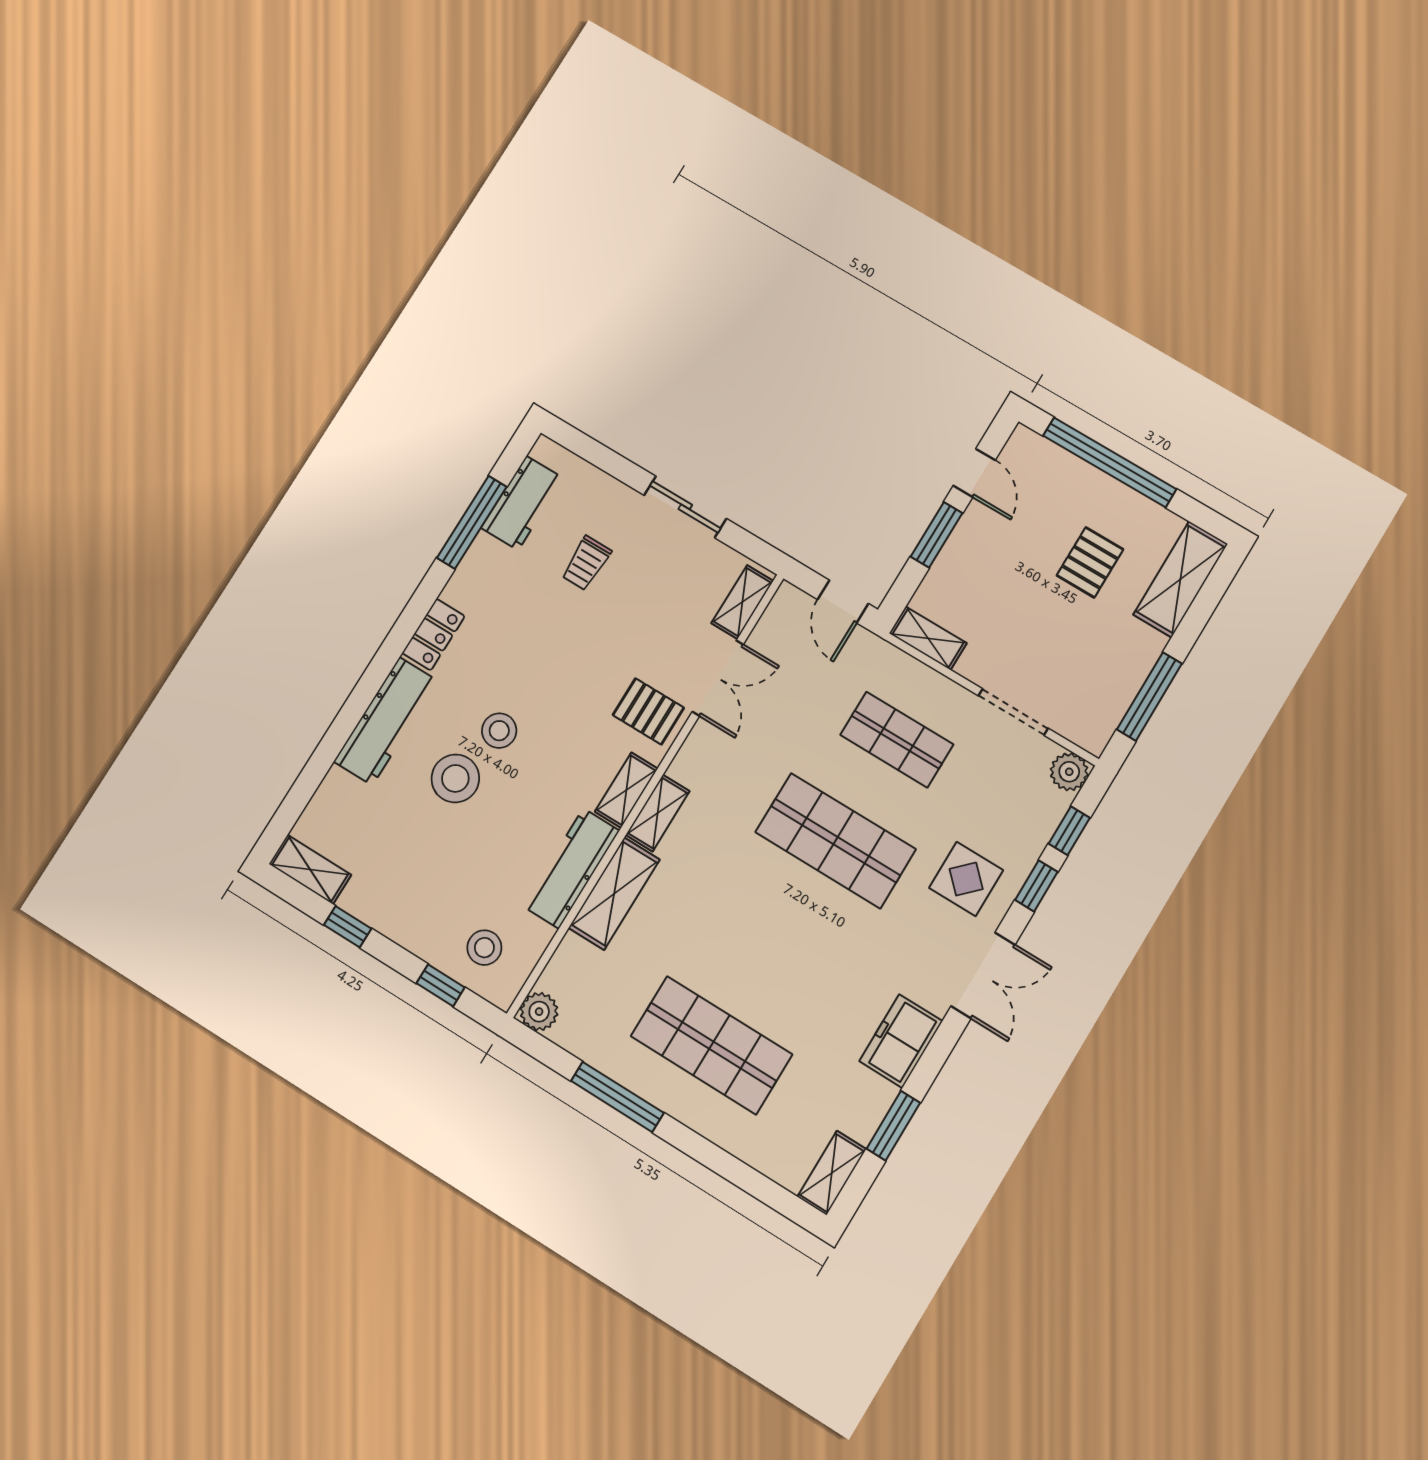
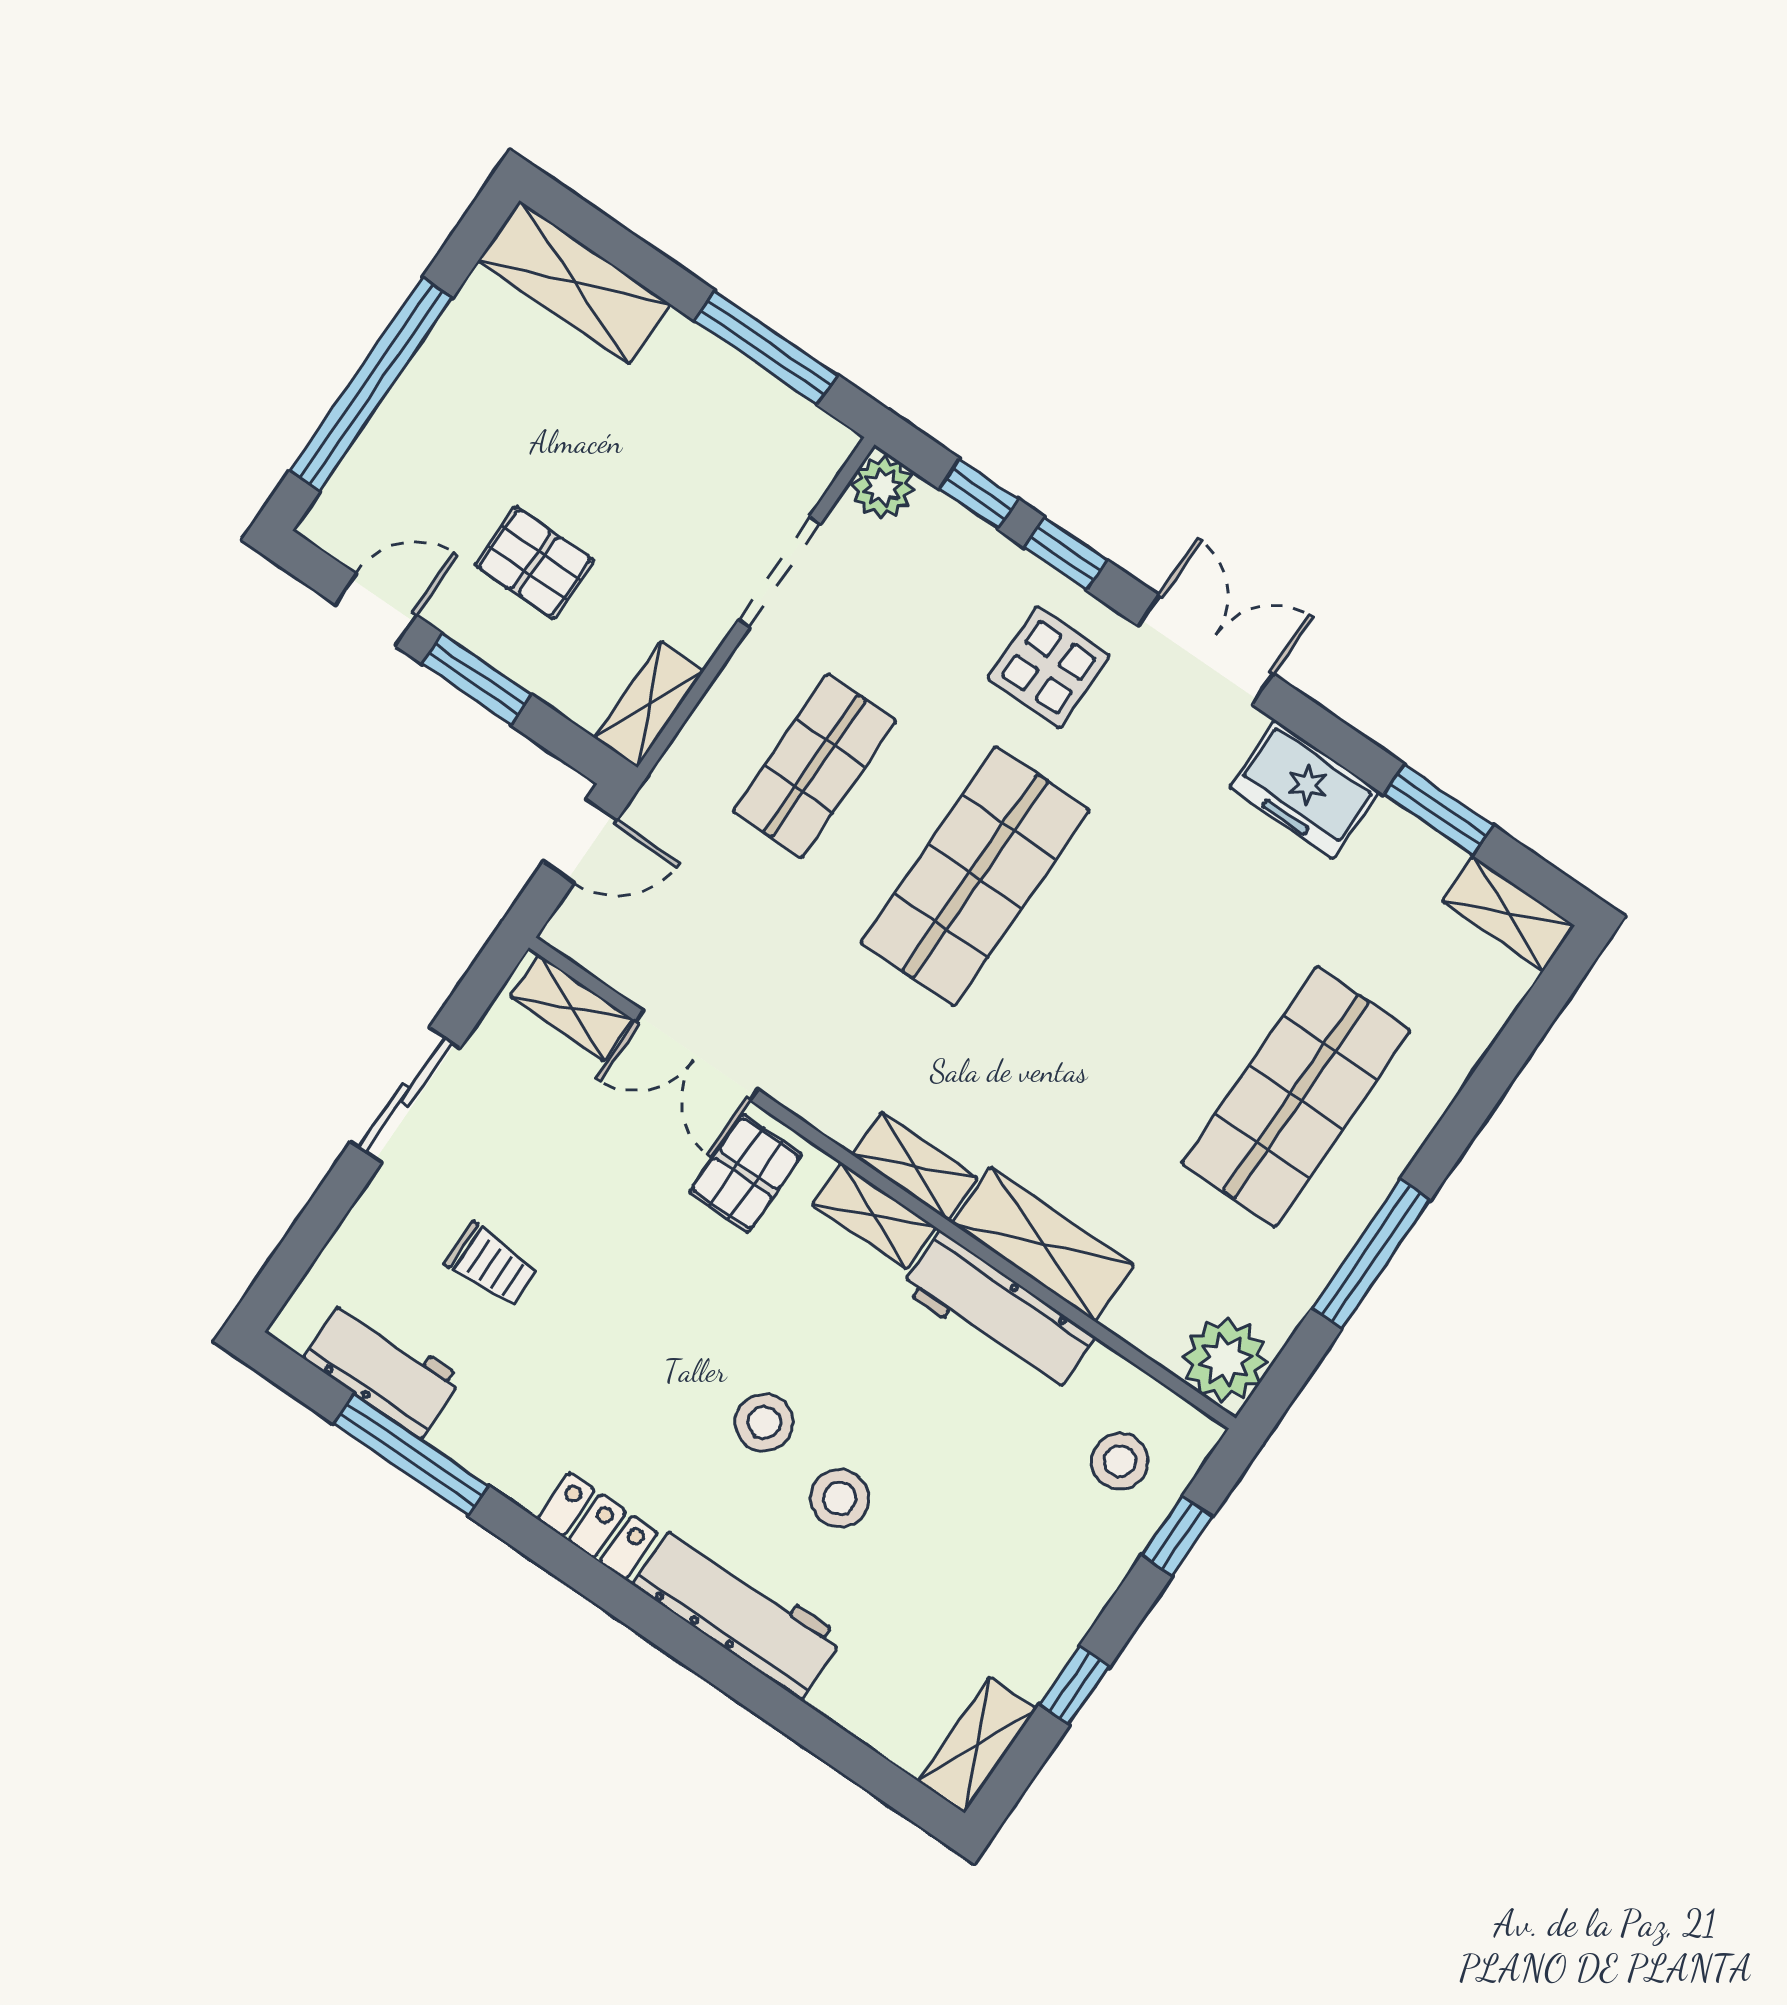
pallet: (1090, 562) -> (535, 563), moved
double door: (718, 678) -> (697, 1055), swing flipped
stool: (455, 778) -> (840, 1498), width x0.73, depth x0.73
plant: (539, 1012) -> (1225, 1360), width x1.36, depth x1.36

